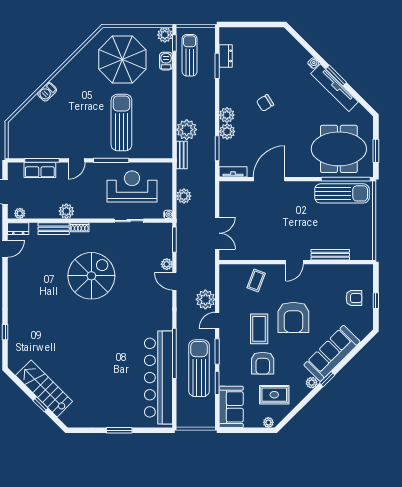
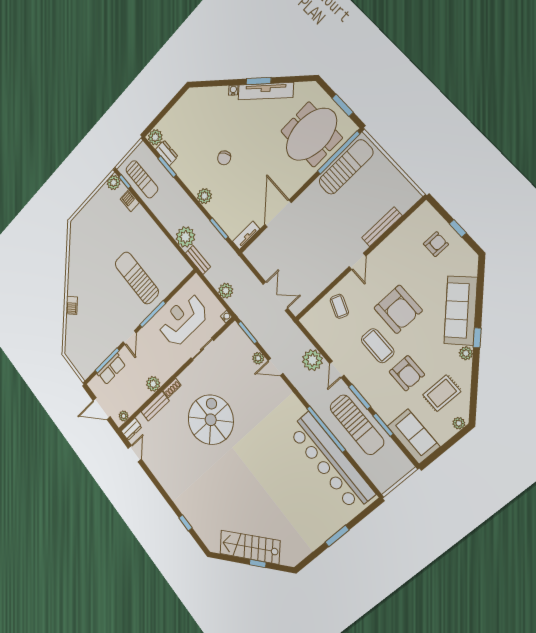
sun lounger: (190, 55) -> (142, 179), turned 180
parasol: (122, 60) -> (101, 231), removed
plant: (227, 131) -> (155, 137), moved
sun lounger: (199, 368) -> (357, 425), turned 180

